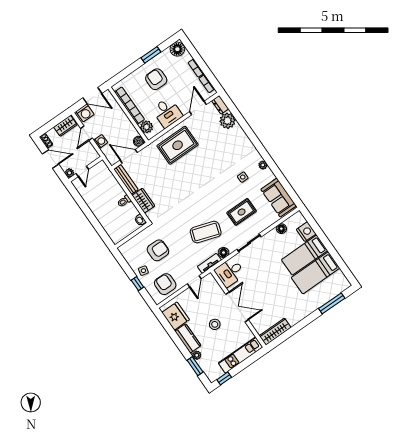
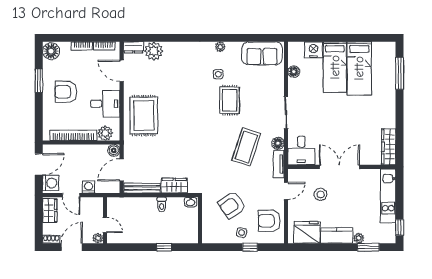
rug: (242, 212) -> (230, 100), moved
window: (96, 224) -> (164, 247), added
armchair: (158, 250) -> (232, 205), turned -124
door: (194, 281) -> (286, 191), hinge flipped
stool: (215, 324) -> (321, 194), moved

